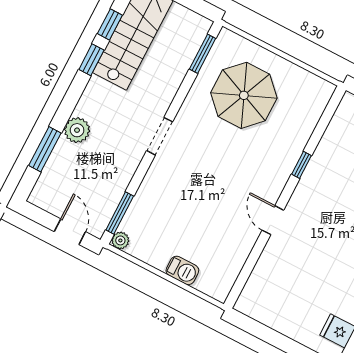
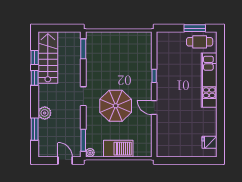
parasol: (244, 95) -> (116, 106), moved
barbecue: (182, 270) -> (118, 149), width x1.88, depth x1.53

